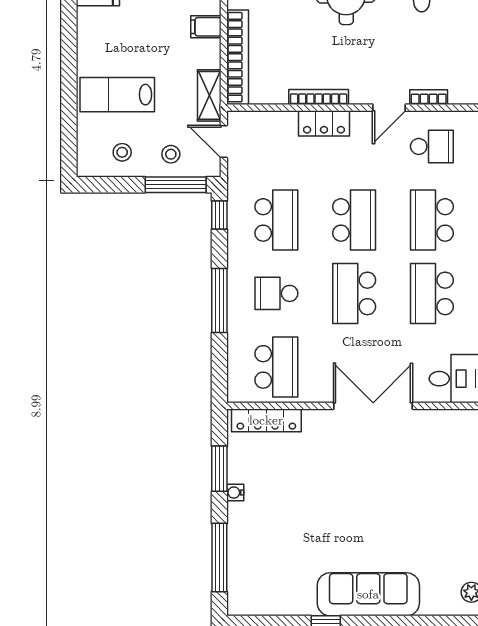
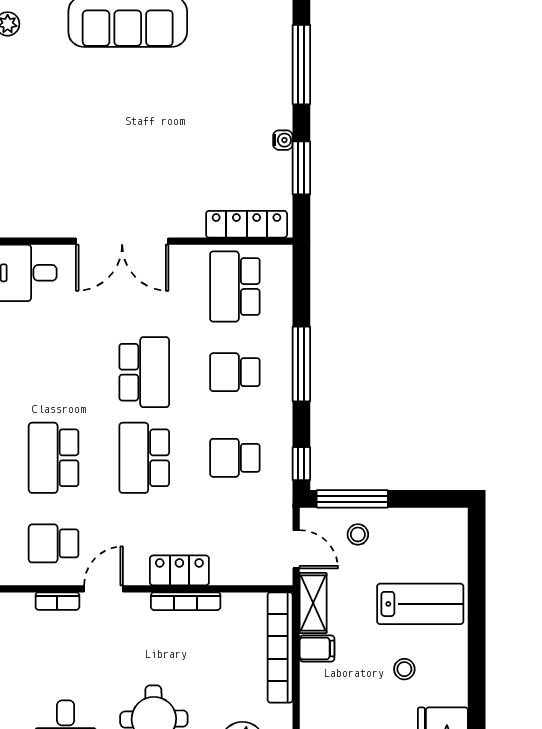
filing cabinet: (206, 27) -> (317, 648), moved
stool: (122, 152) -> (404, 669), moved
school desk: (276, 220) -> (235, 458), width x0.54
school desk: (432, 220) -> (54, 458), turned 180
school desk: (276, 293) -> (235, 372), turned 180
school desk: (432, 293) -> (54, 372), removed

